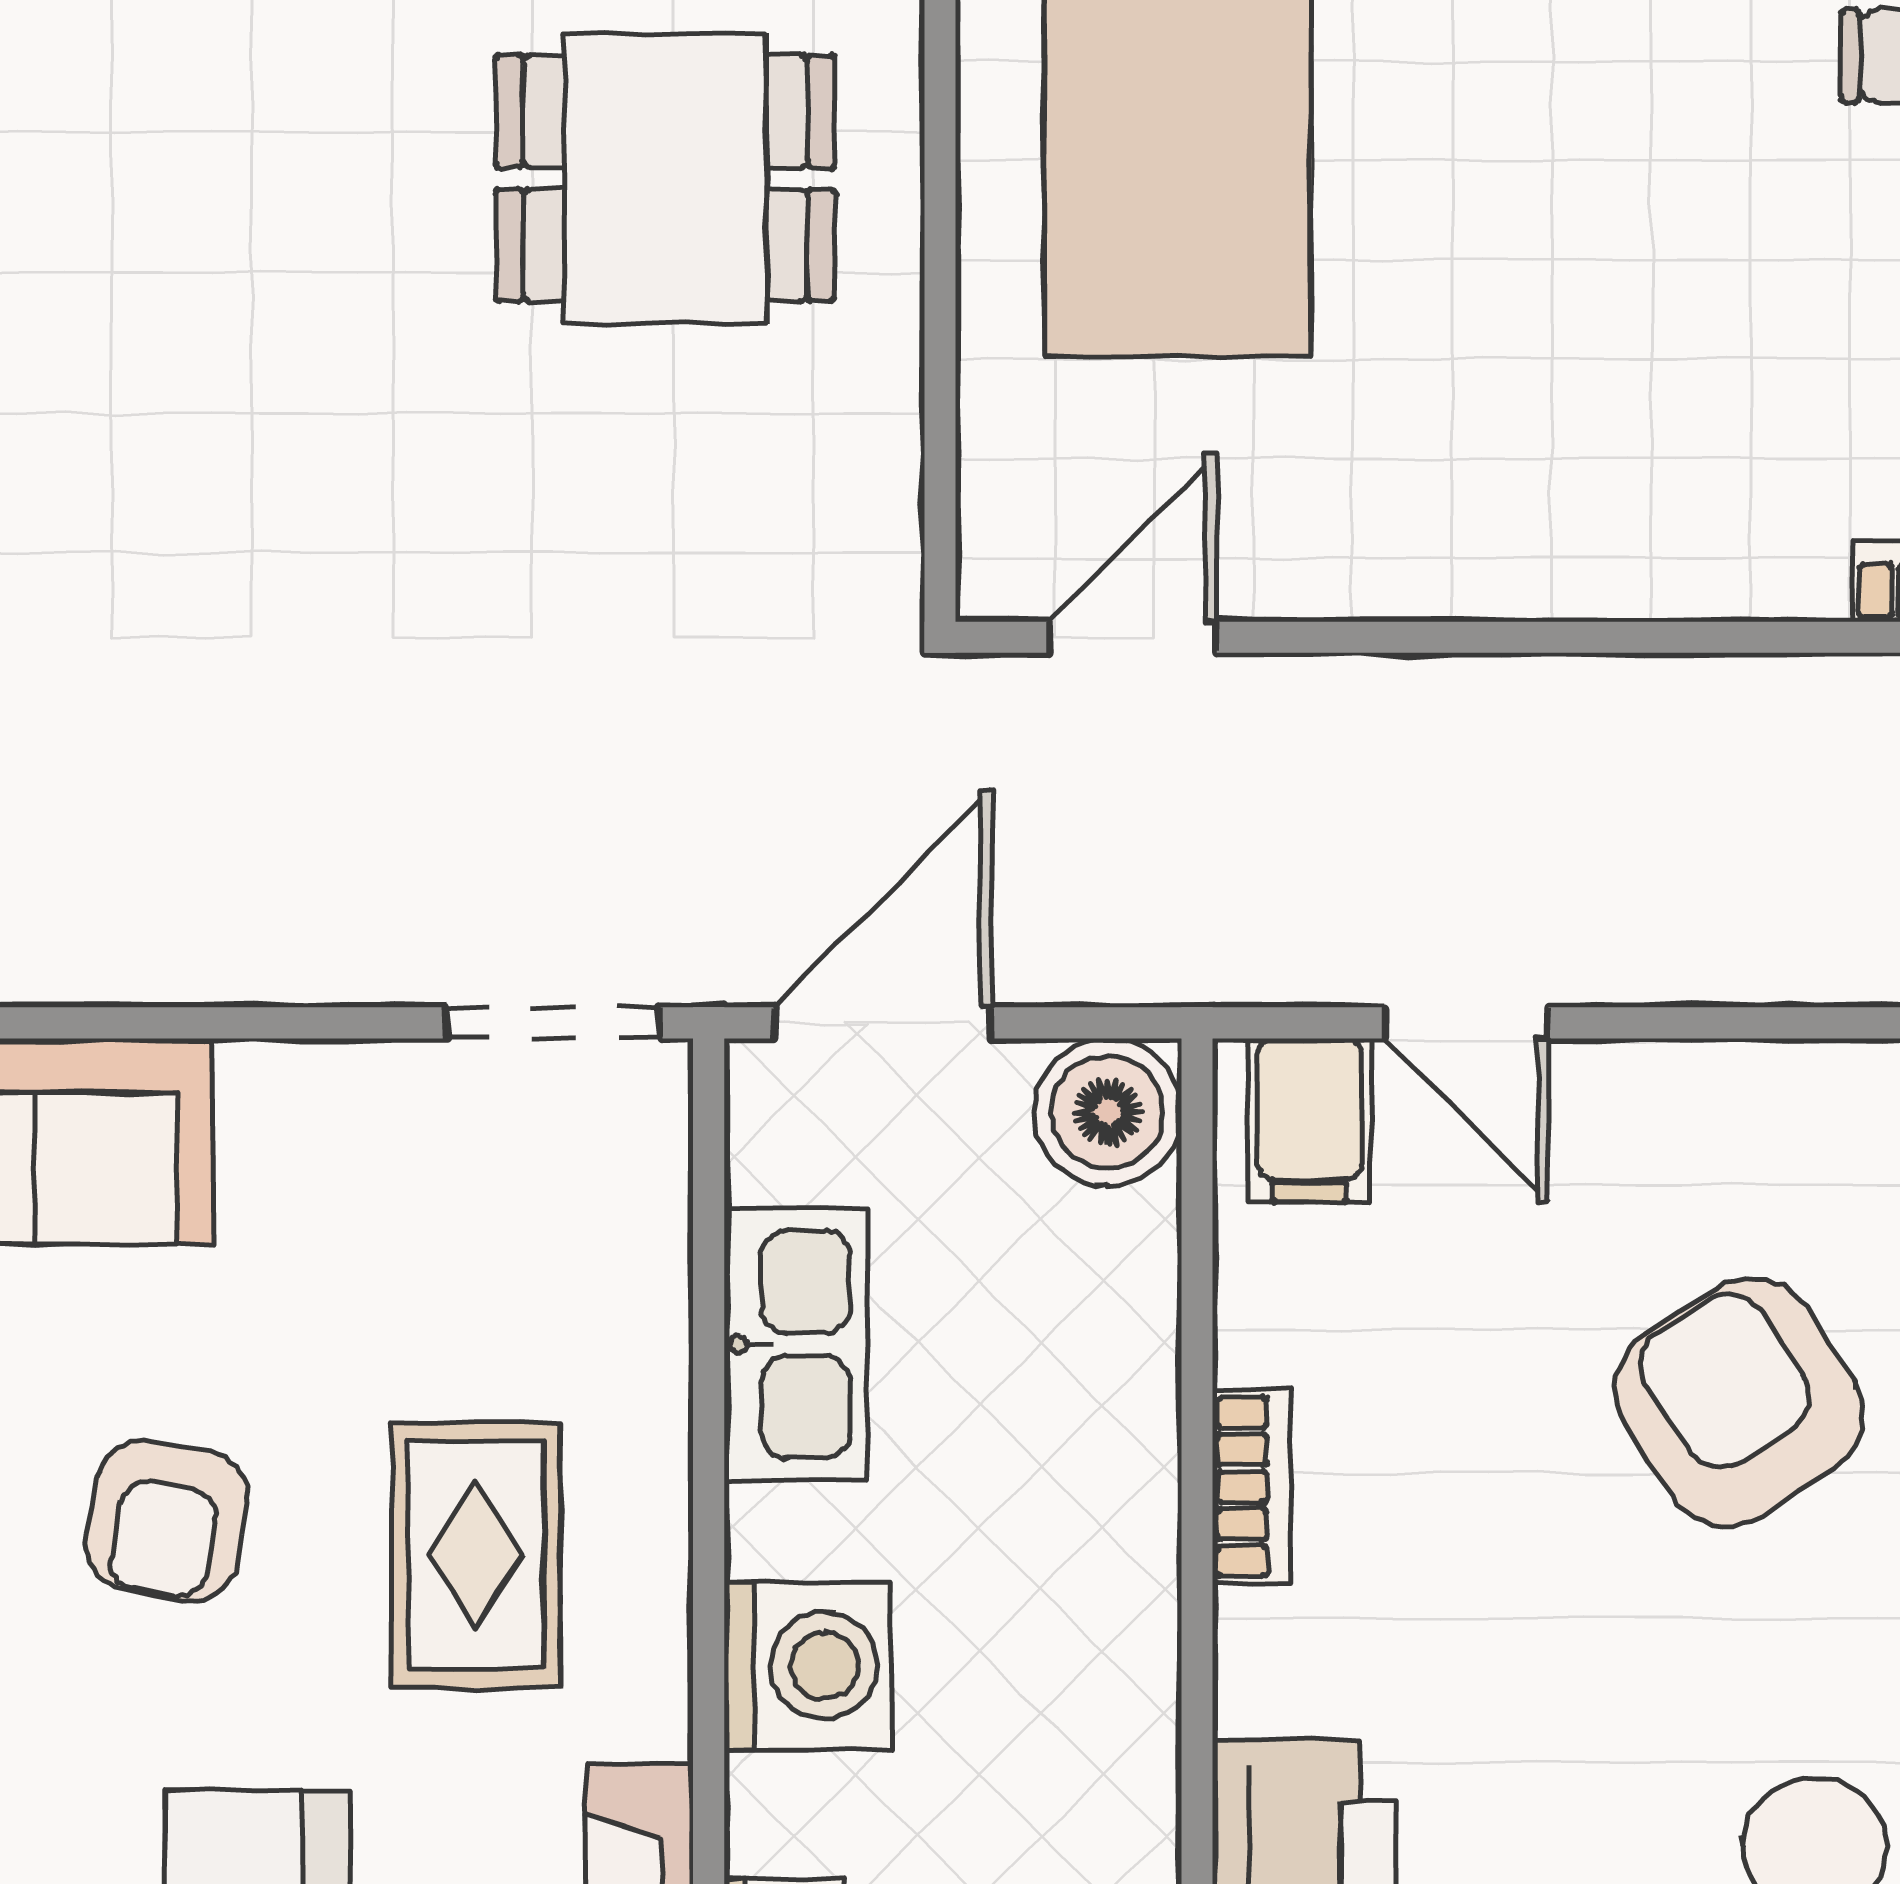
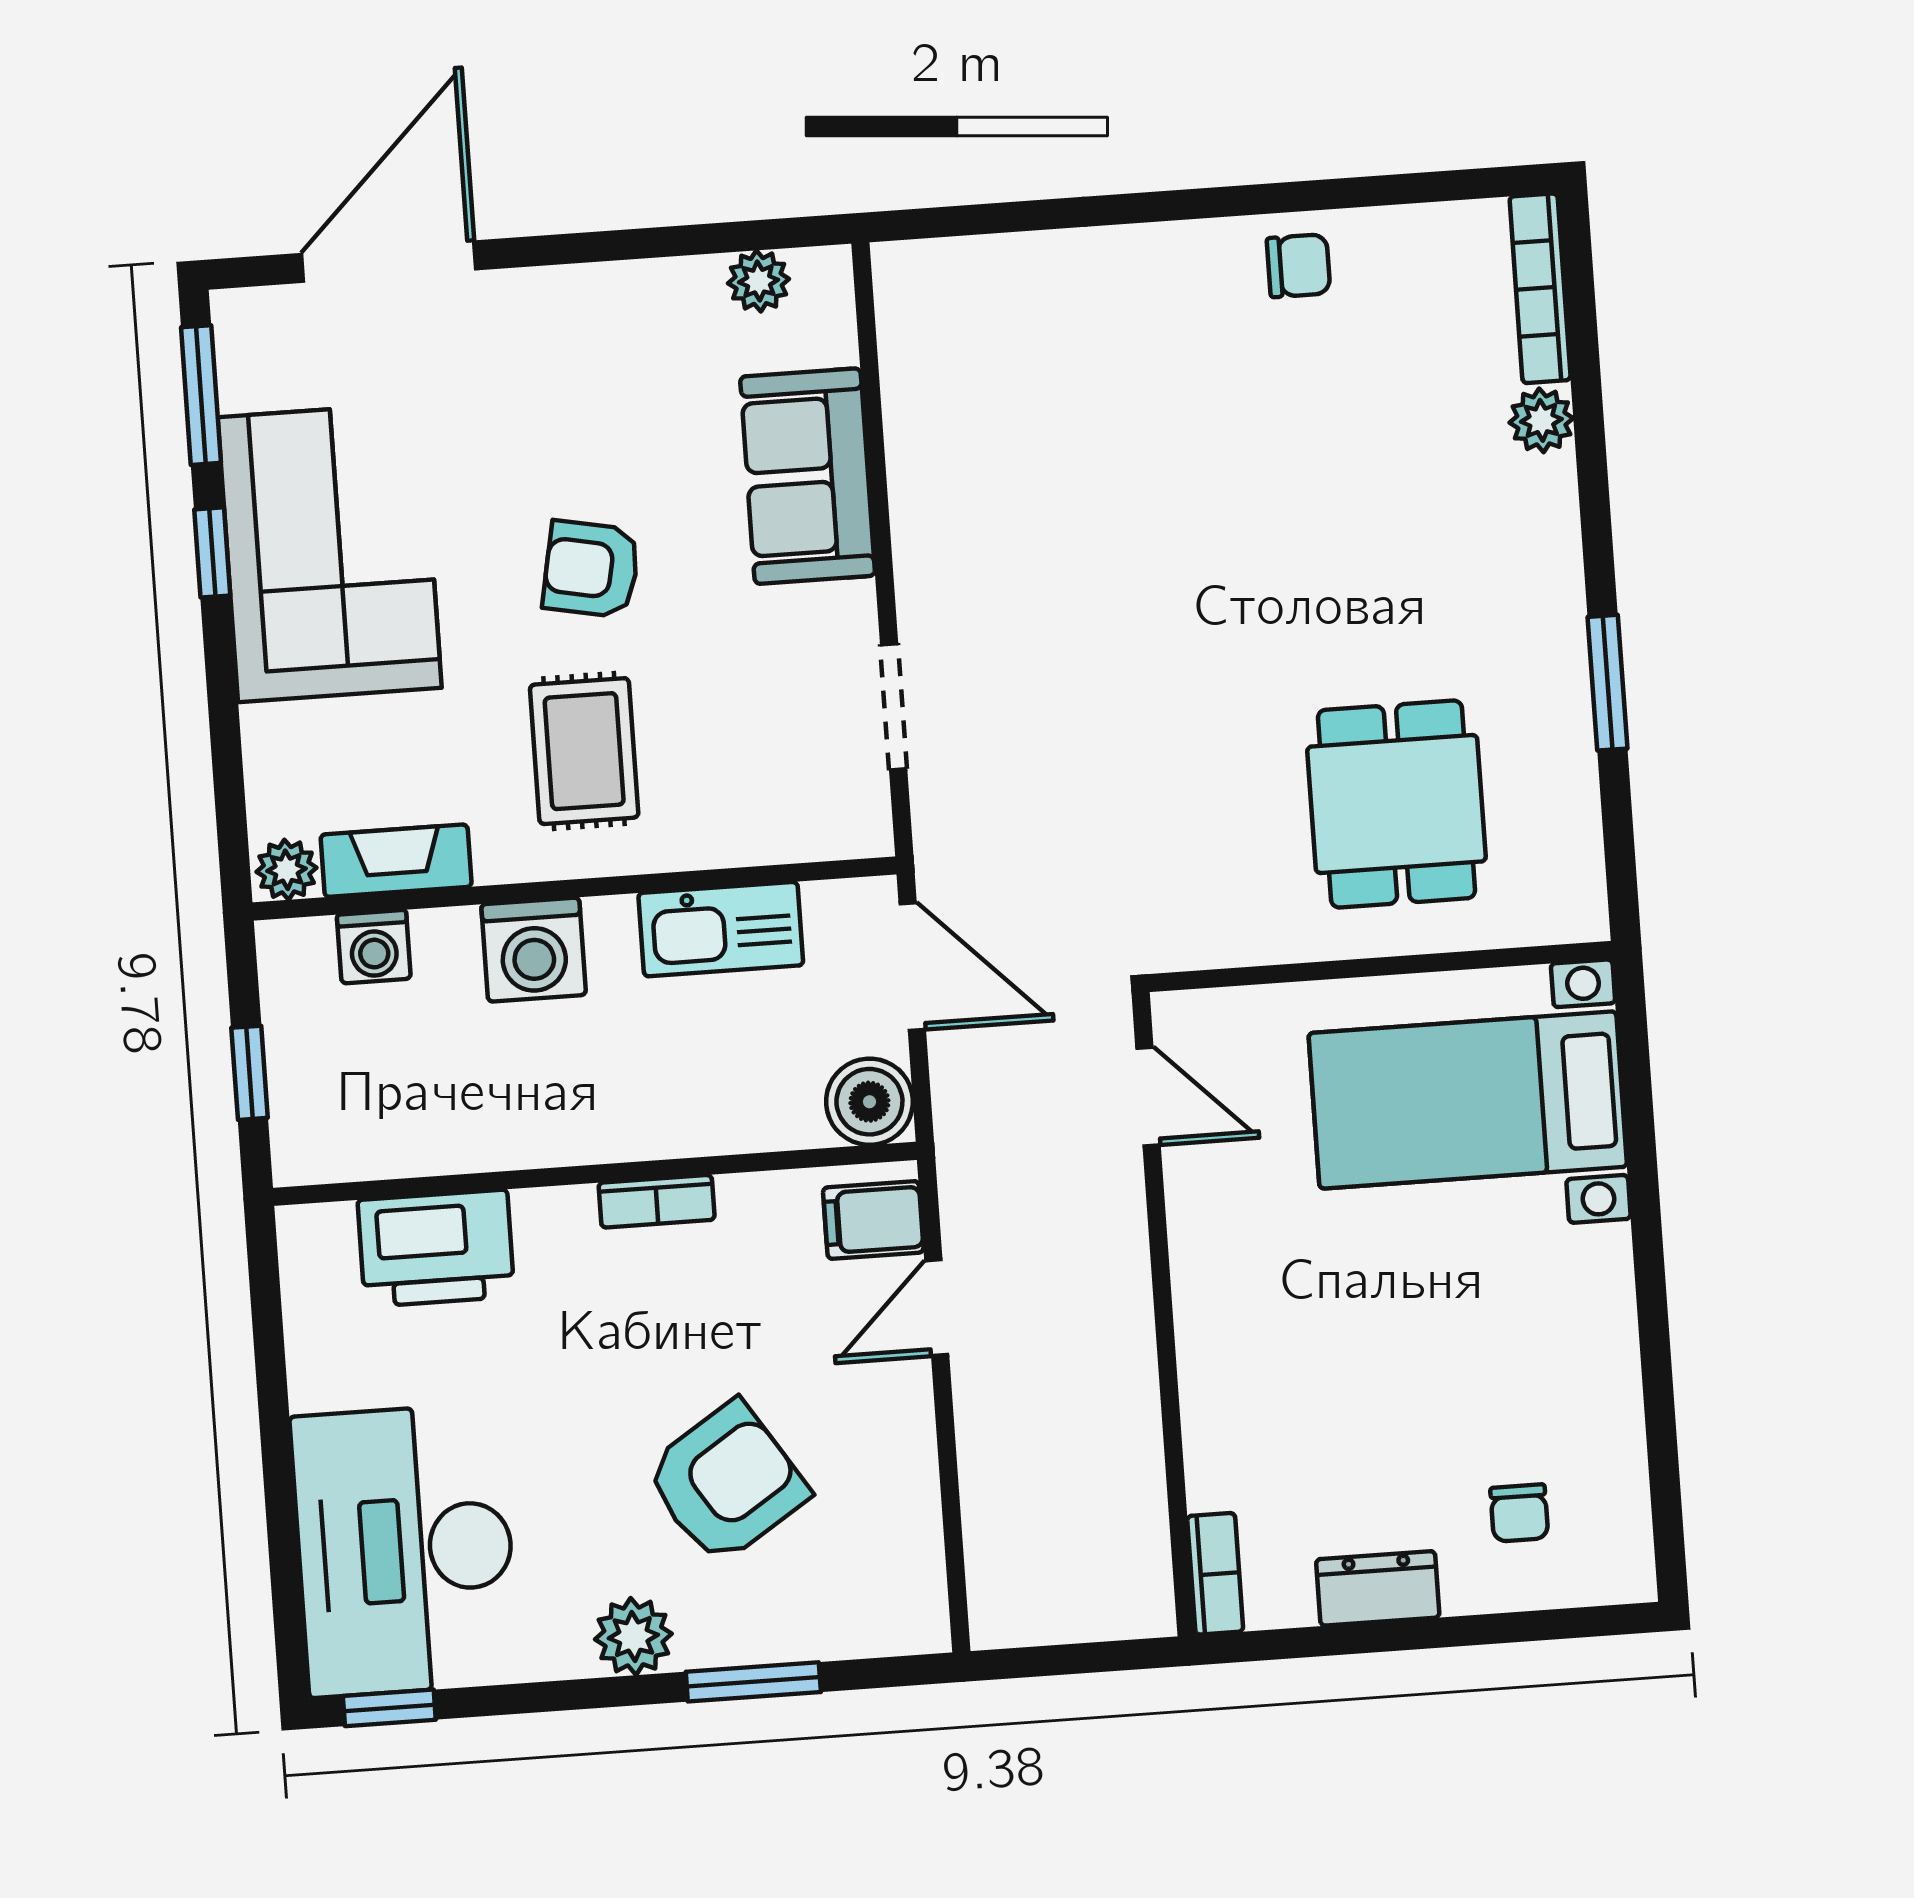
doorway: (553, 1023) -> (894, 707), moved
rug: (476, 1555) -> (584, 751), turned 90

